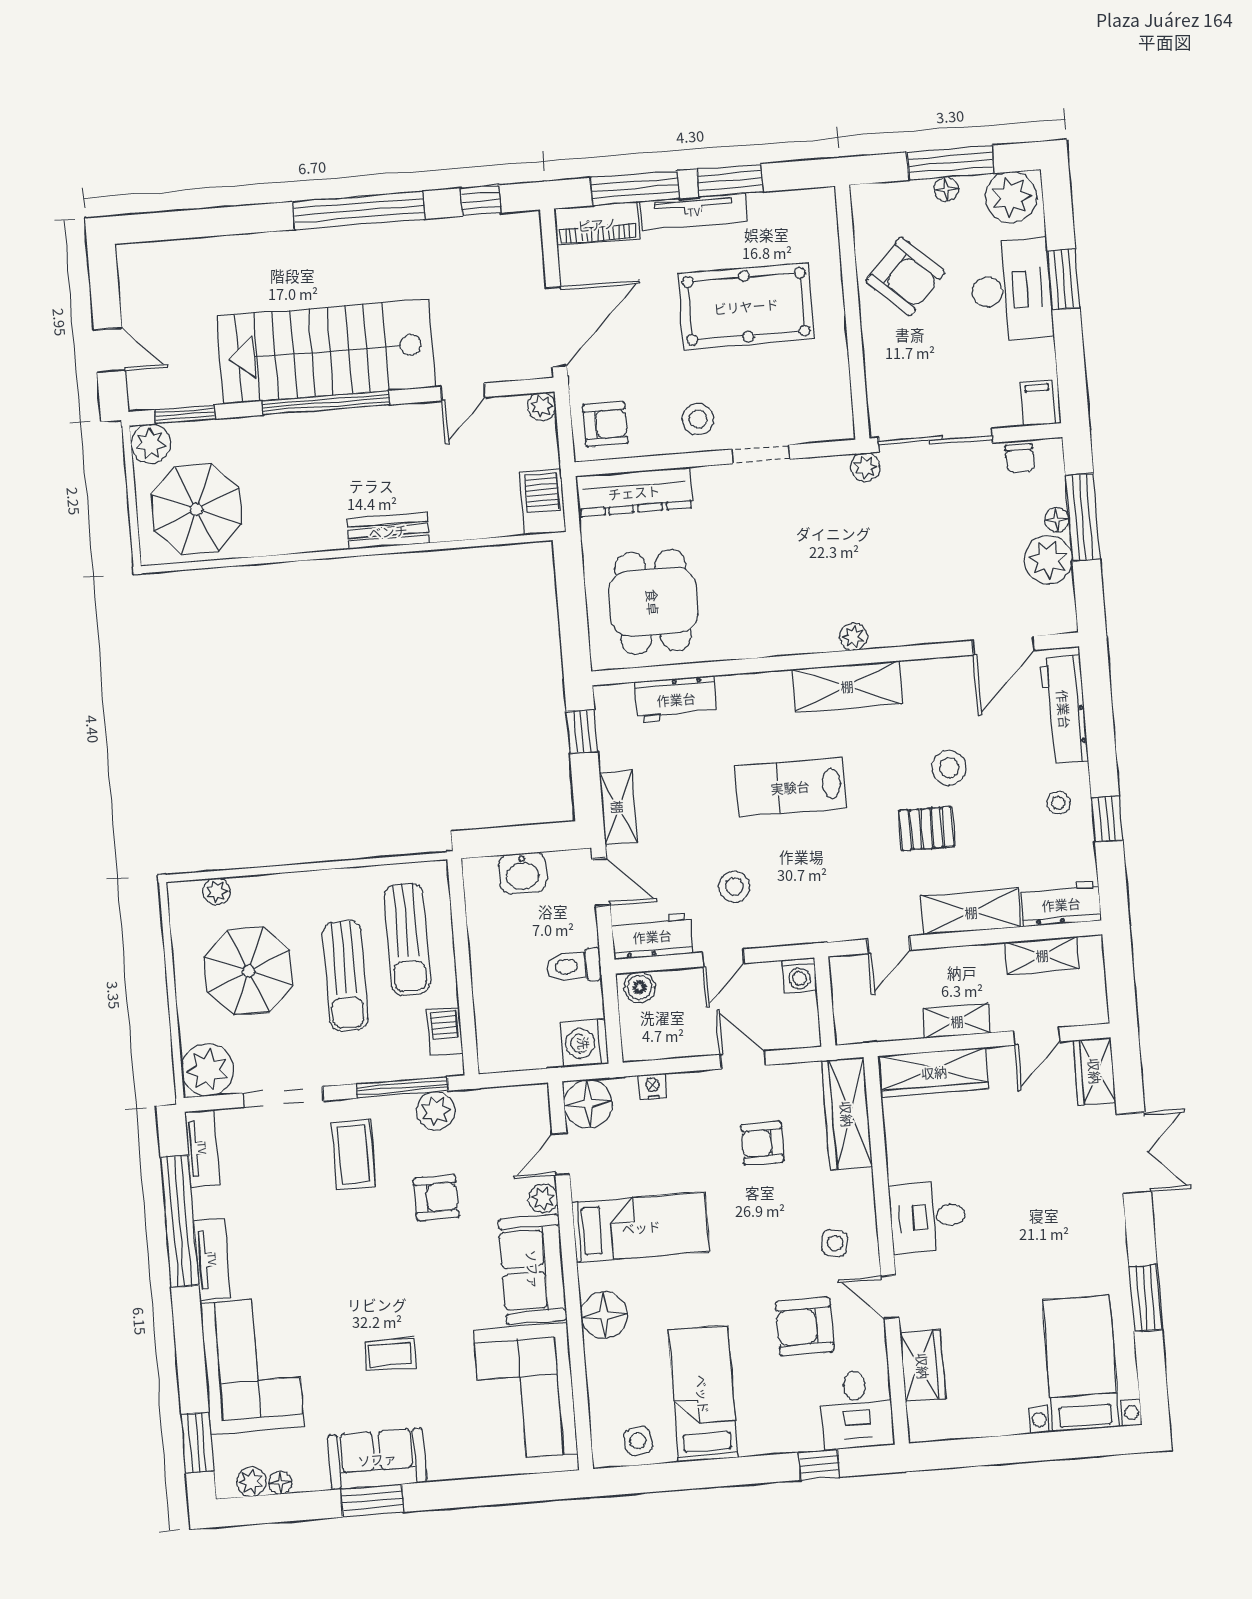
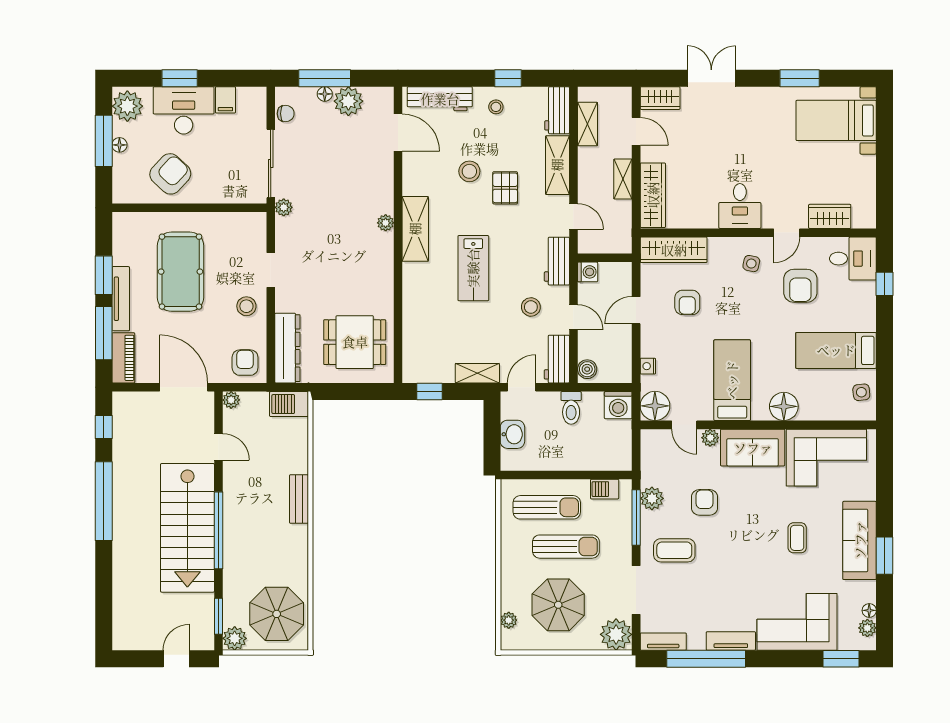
filing cabinet: (1038, 403) -> (225, 100), moved, turned -90
workbench: (676, 699) -> (557, 261), moved, turned 180
sofa: (377, 1459) -> (860, 540), width x1.36

